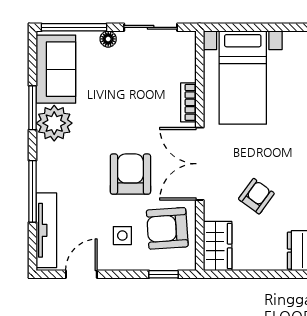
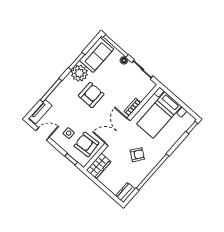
armchair: (130, 174) -> (91, 95), moved
armchair: (256, 196) -> (137, 155), moved
tv unit: (46, 230) -> (40, 112), width x0.71

